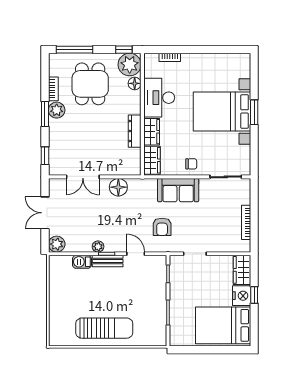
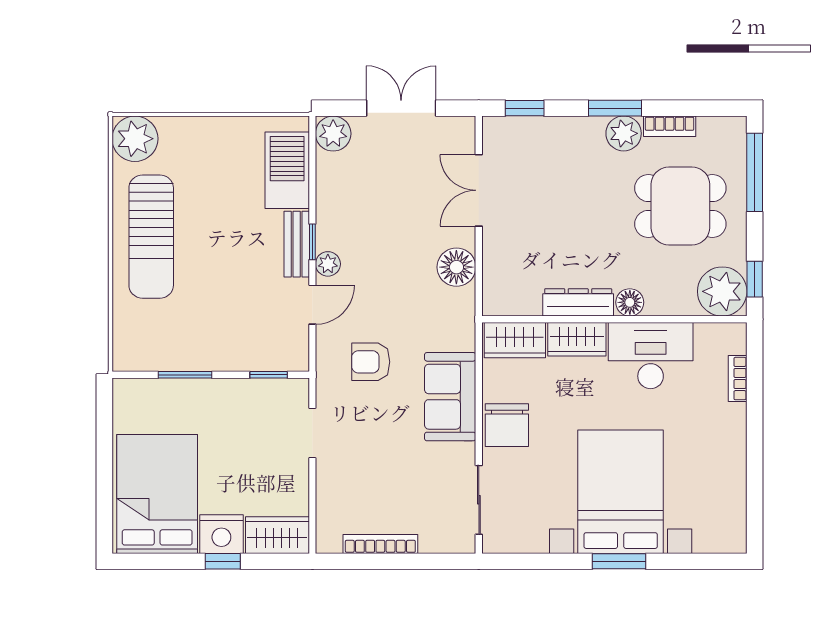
floor lamp: (135, 83) -> (630, 302), moved
chair: (191, 164) -> (507, 425), width x1.87, depth x1.87
plant: (98, 247) -> (328, 264), moved
barbecue: (82, 262) -> (287, 170), width x1.88, depth x1.53
plant: (59, 336) -> (135, 139), added

